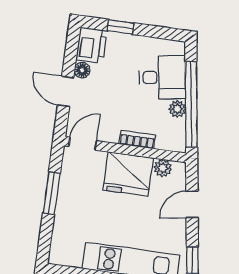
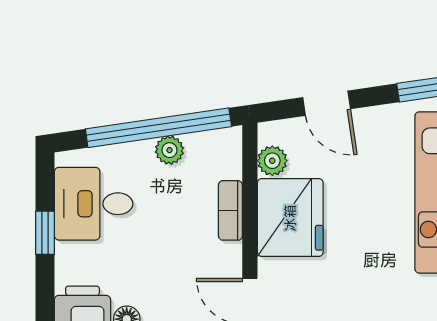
window: (121, 27) -> (45, 233), moved
desk: (162, 77) -> (94, 204), moved, turned -82

